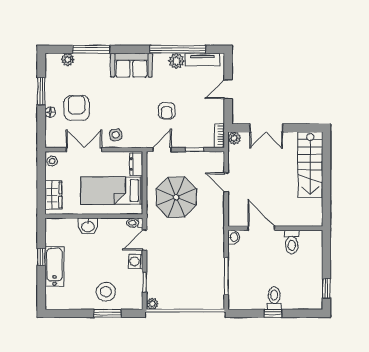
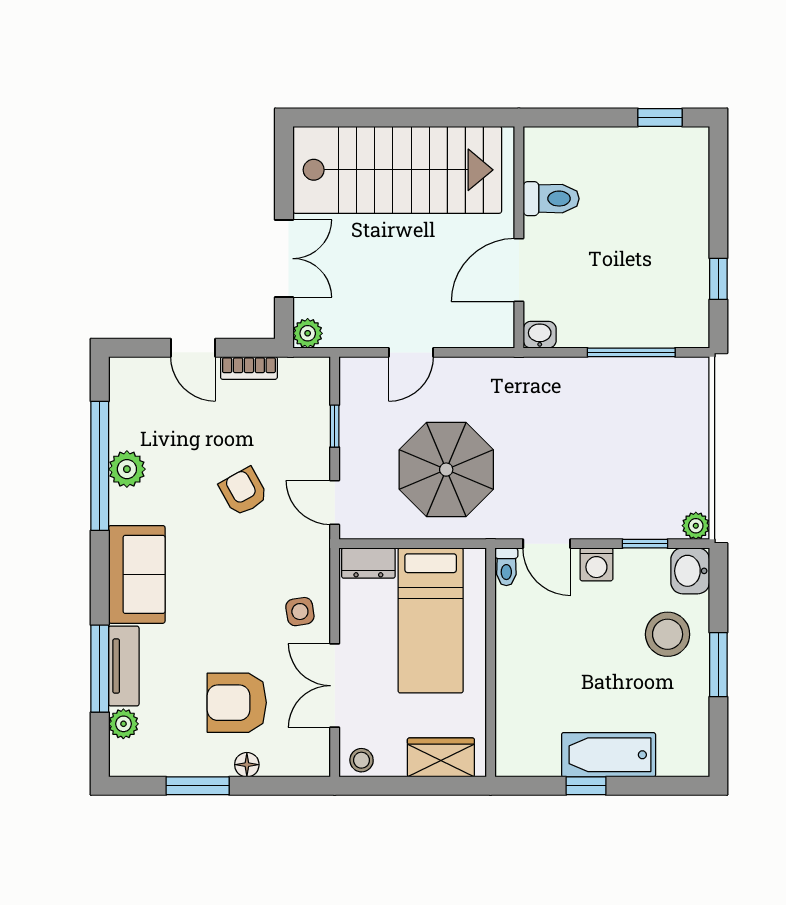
tv unit: (202, 60) -> (124, 666), moved
armchair: (167, 111) -> (243, 492), turned -119
bookcase: (219, 135) -> (249, 368), moved
stairs: (310, 164) -> (397, 170), width x1.36, depth x1.51
washbasin: (88, 226) -> (690, 571), moved, turned 180
toilet: (274, 298) -> (683, 240), removed
window: (108, 313) -> (718, 665), moved
window: (273, 313) -> (718, 279), moved

